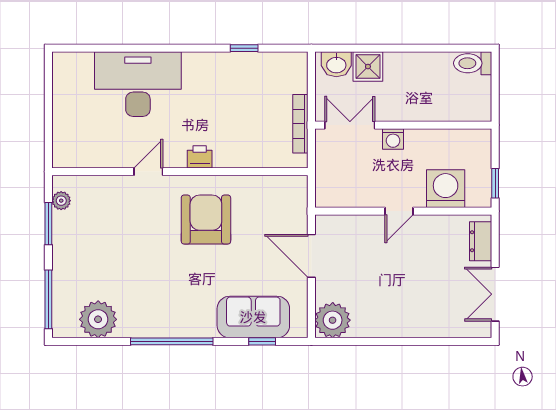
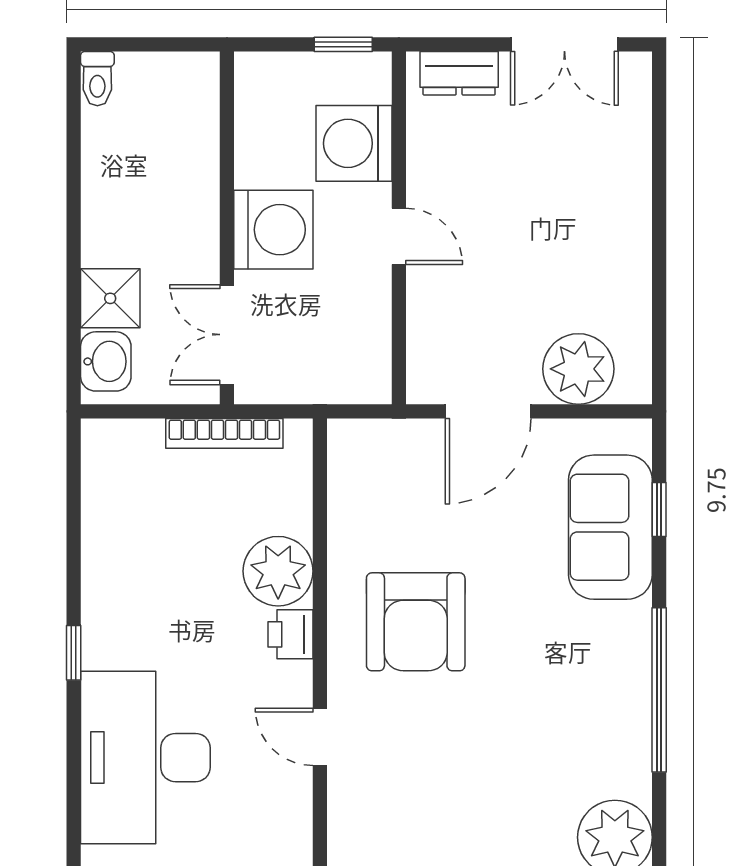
window: (244, 48) -> (74, 653), moved
toilet: (473, 63) -> (97, 79), width x0.73, depth x0.72
washing machine: (393, 139) -> (273, 230), width x1.89, depth x1.89
plant: (231, 151) -> (278, 571), added
armchair: (206, 220) -> (416, 622), turned -90
plant: (333, 320) -> (578, 369), moved

